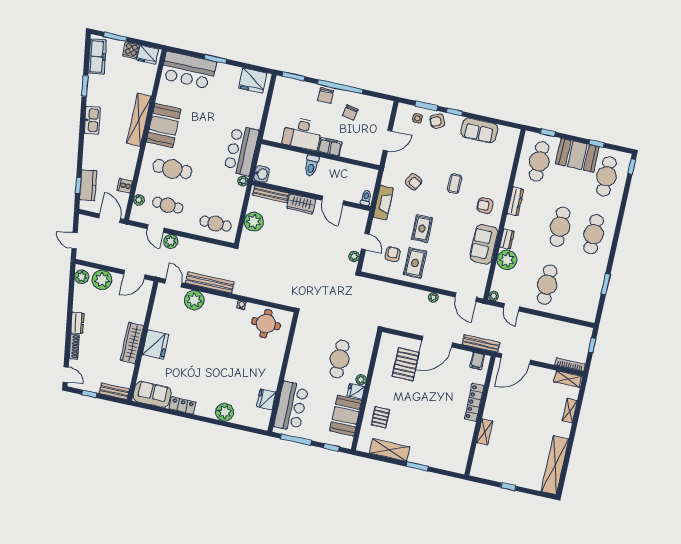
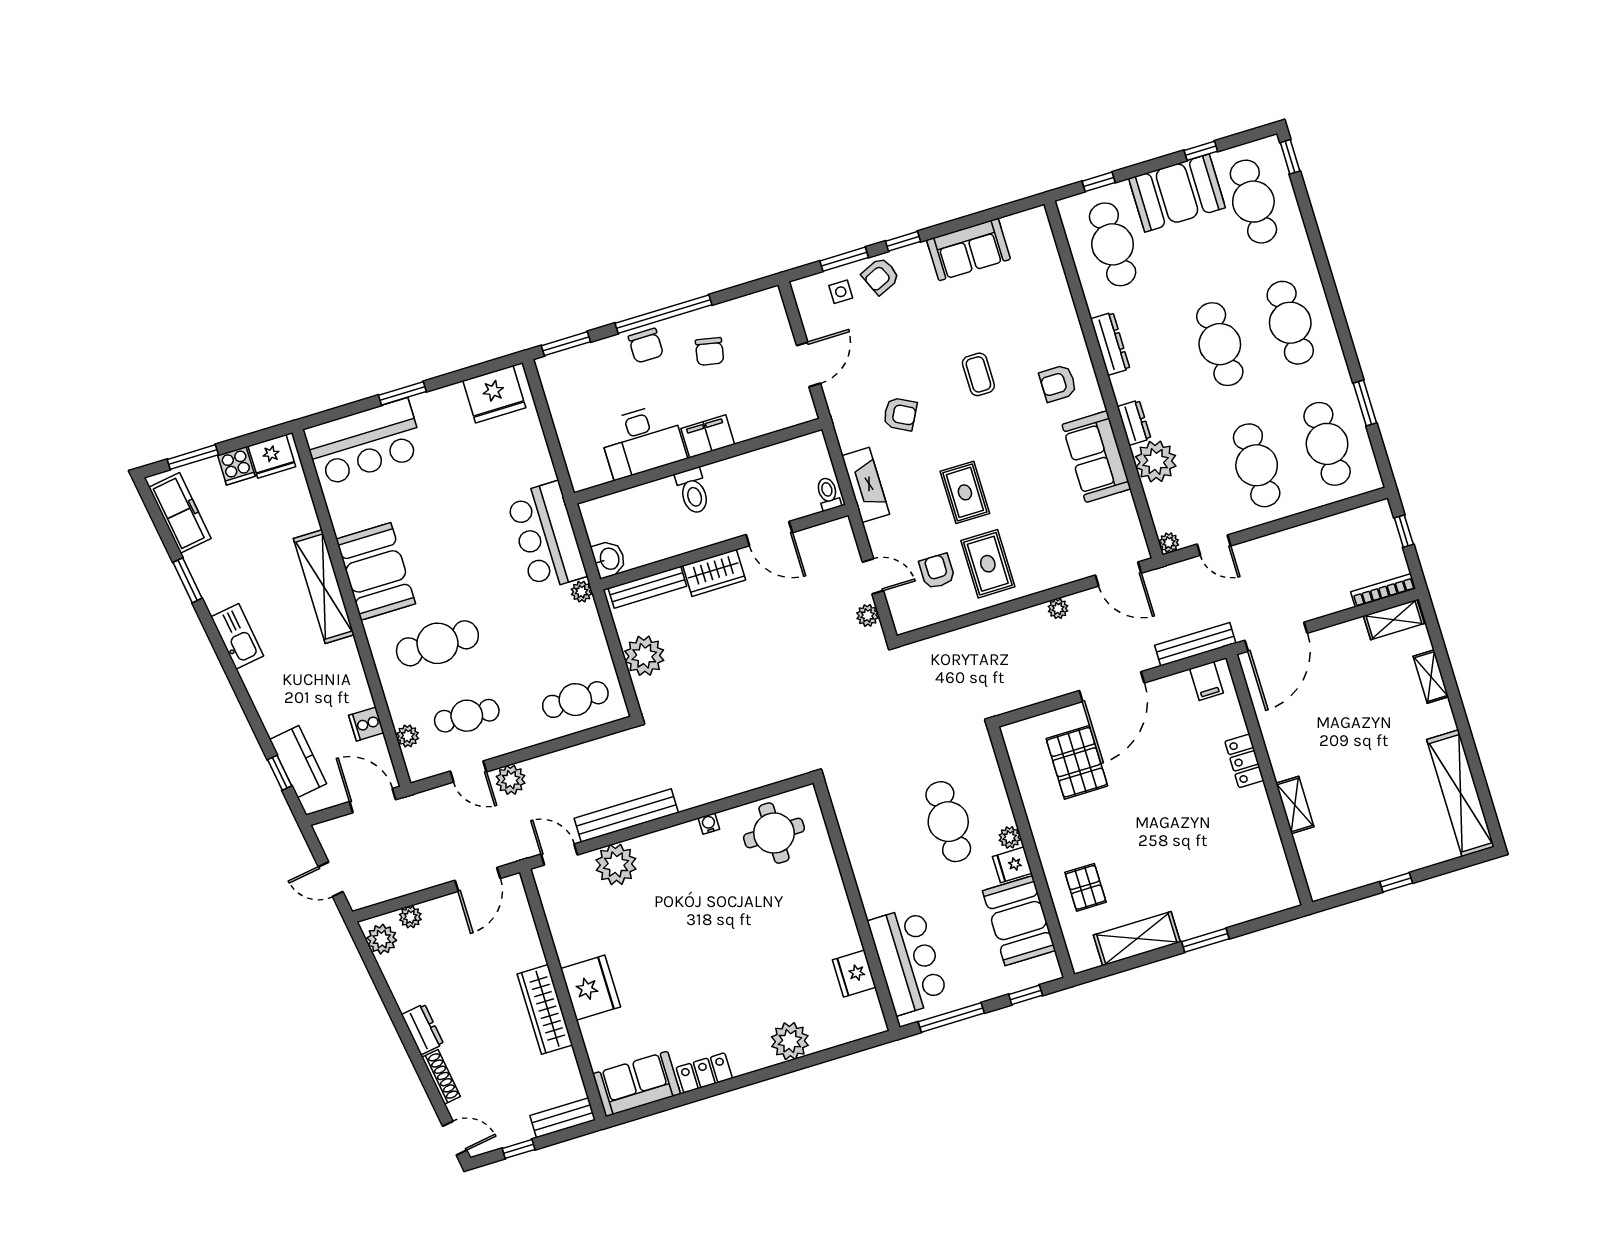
plant: (102, 280) -> (410, 917), width x0.53, depth x0.53
cafe table: (581, 292) -> (1327, 444), added
locker: (474, 402) -> (1244, 761), width x0.66

